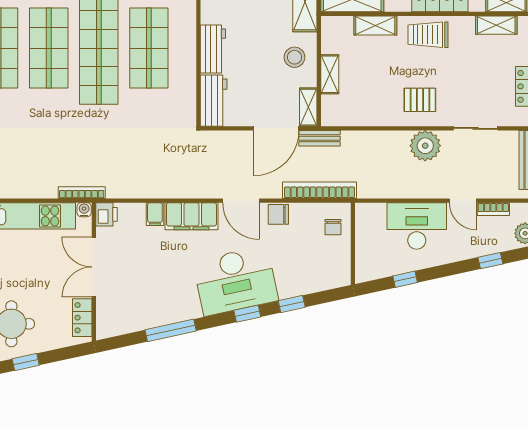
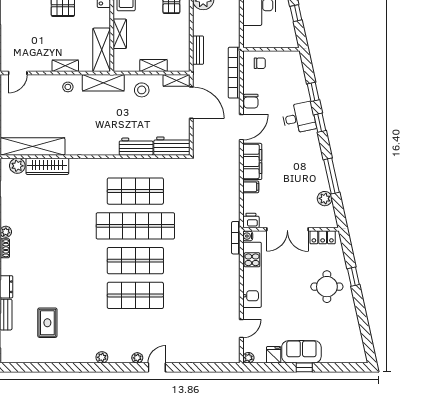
bench: (320, 138) -> (198, 50), moved
desk: (235, 281) -> (299, 118), width x0.53, depth x0.77
plant: (138, 321) -> (325, 199), added

